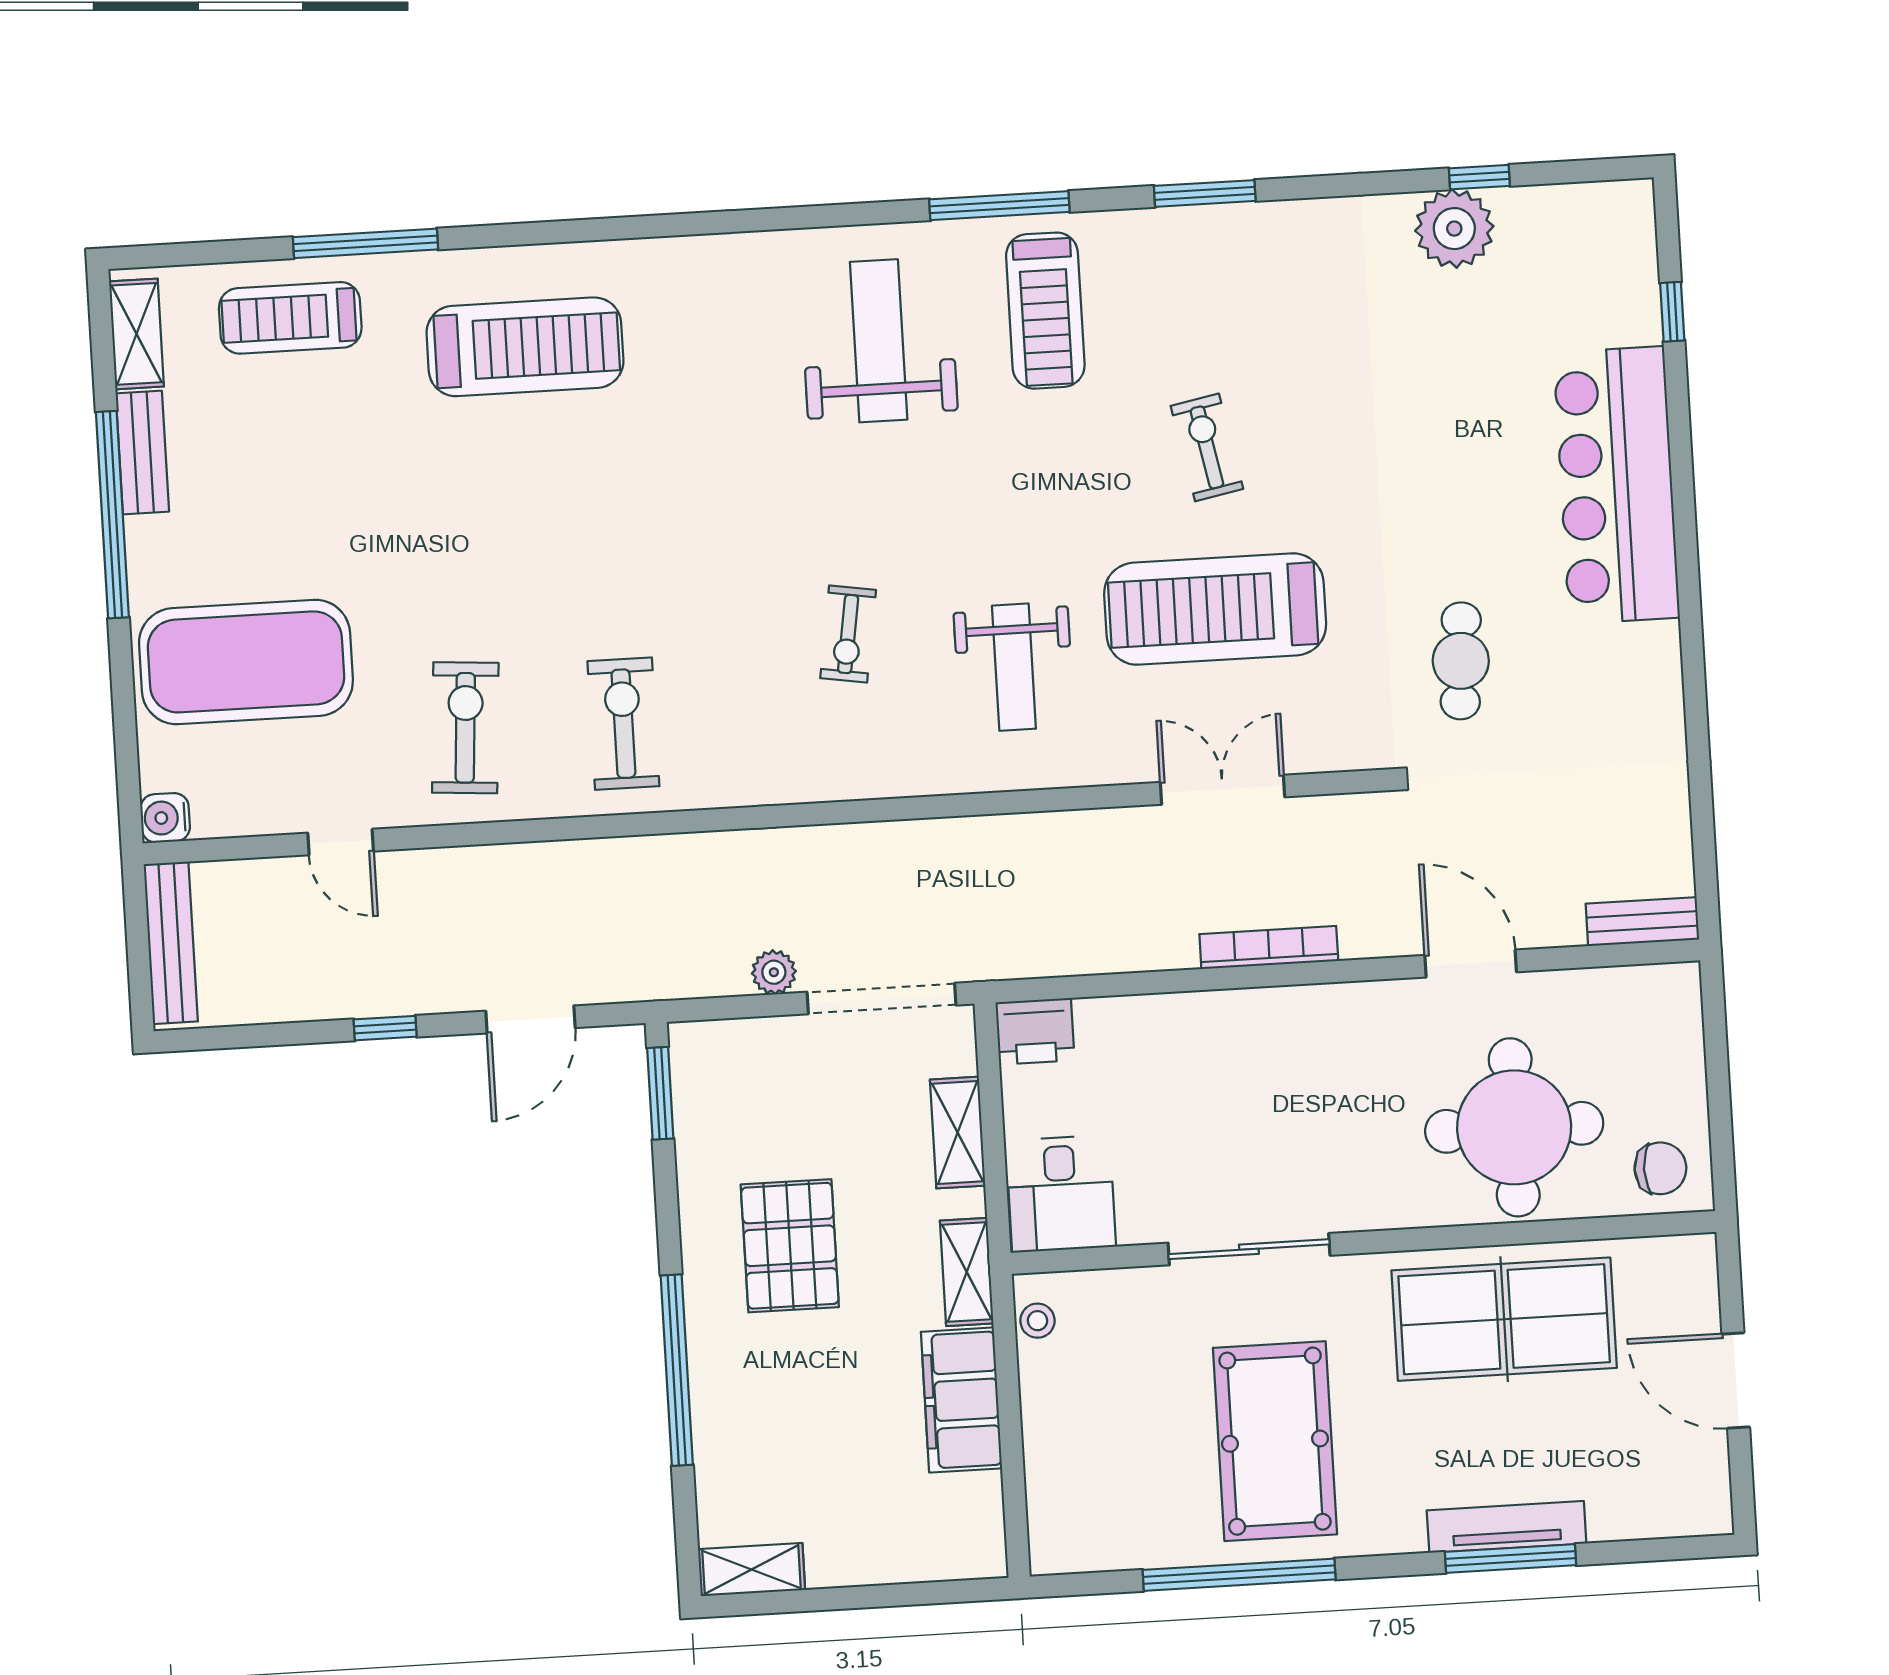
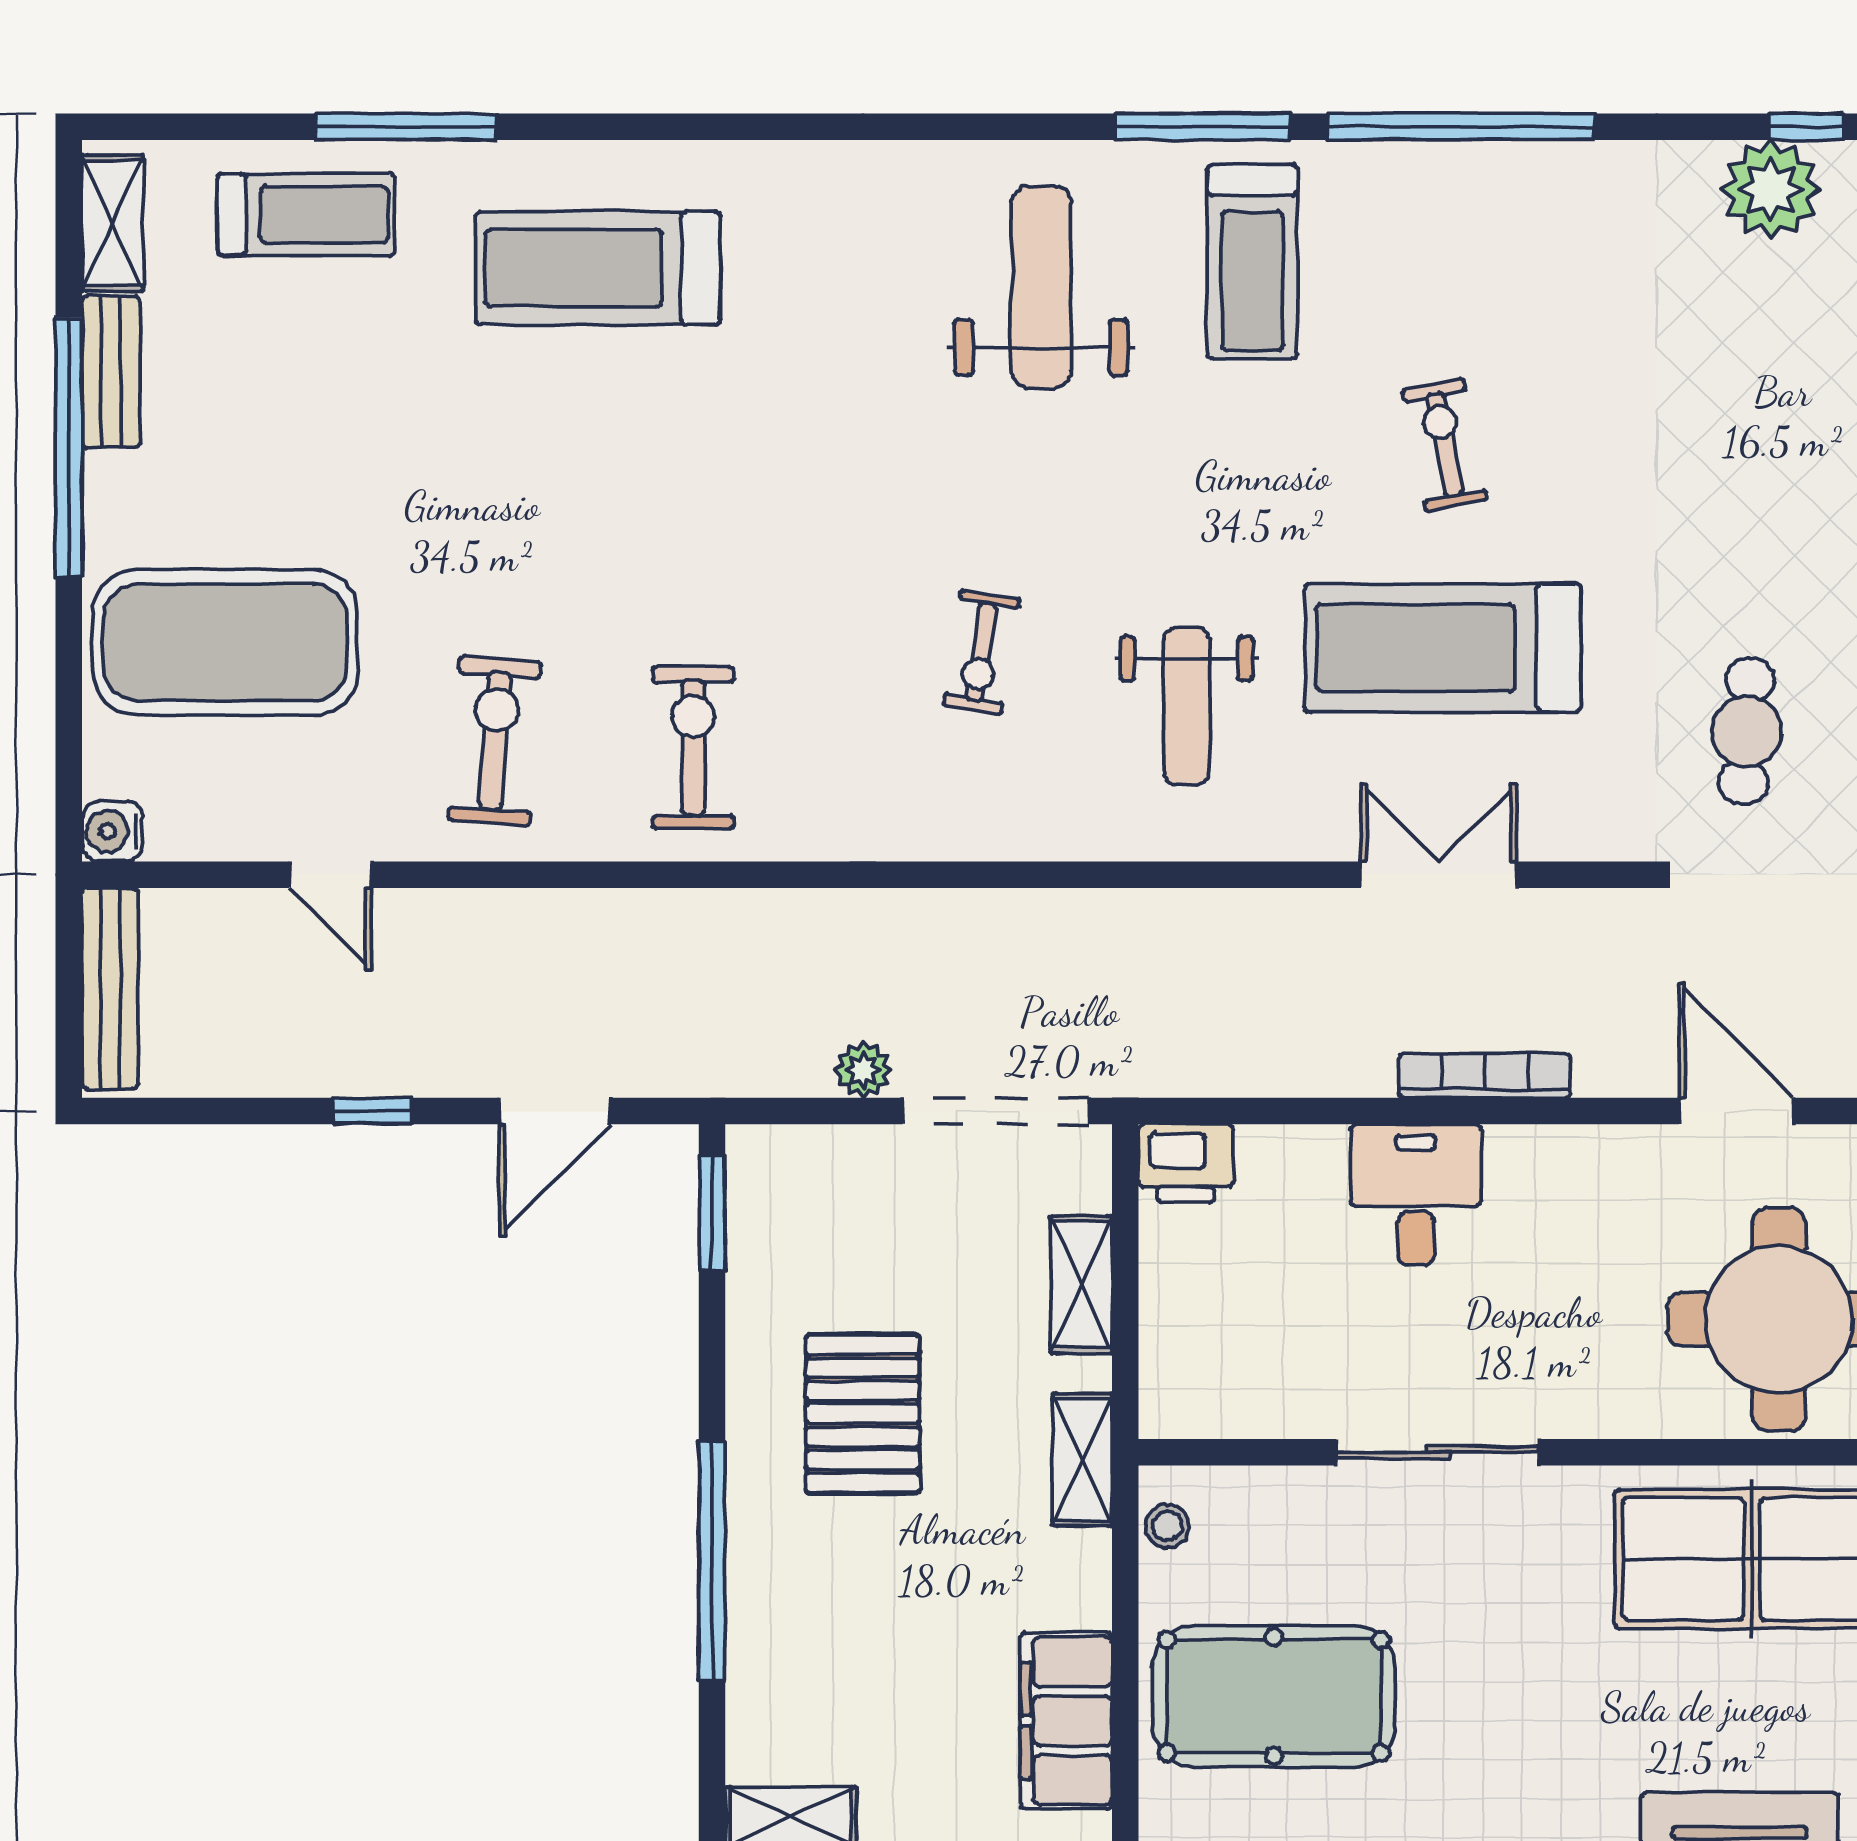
window: (1205, 193) -> (1461, 127), width x2.11
treadmill: (290, 318) -> (306, 215), turned 180
treadmill: (525, 347) -> (598, 268), turned 180
desk: (1061, 1194) -> (1416, 1195), moved, turned 180
filing cabinet: (961, 1400) -> (1066, 1721), moved
pool table: (1275, 1441) -> (1274, 1696), moved, turned 90

